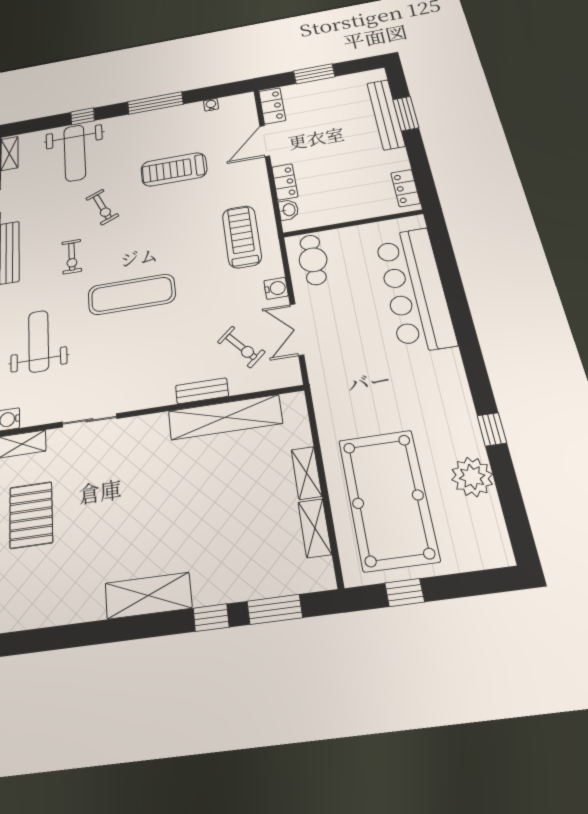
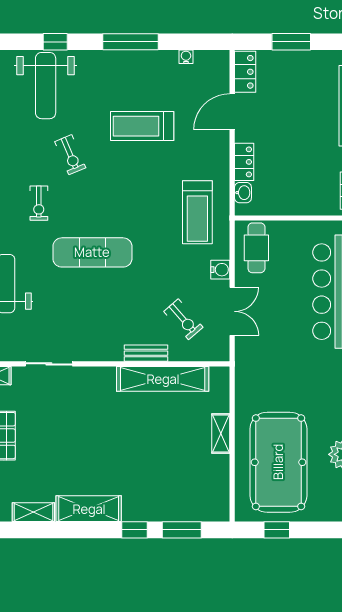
treadmill: (242, 237) -> (197, 212), turned 180
double door: (297, 329) -> (232, 311), swing flipped
shelving: (315, 528) -> (33, 512), moved, turned 90

